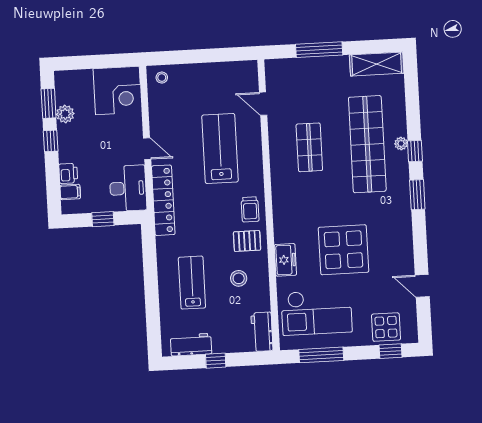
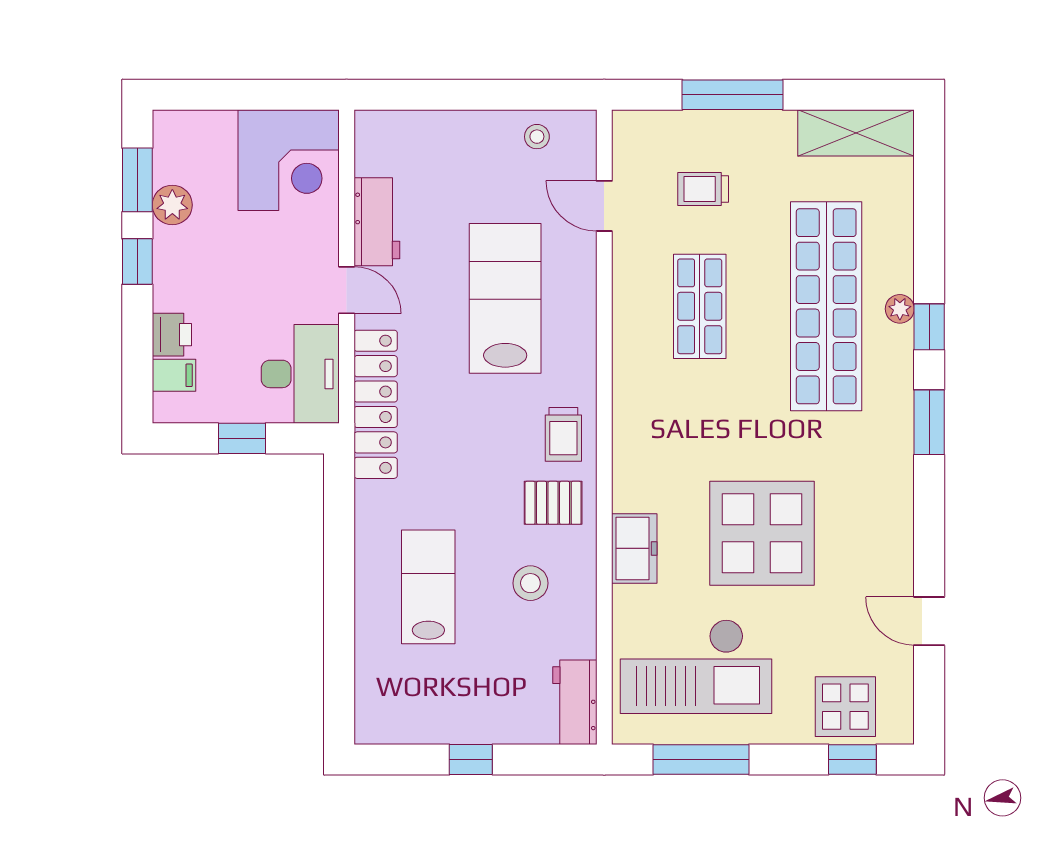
stool: (162, 78) -> (537, 137), moved
trolley: (308, 93) -> (703, 189), added
workbench: (191, 345) -> (377, 222), moved, turned 90

